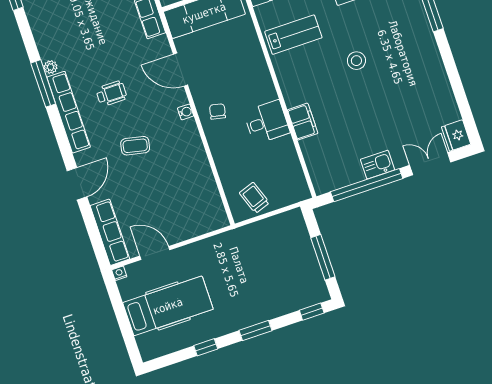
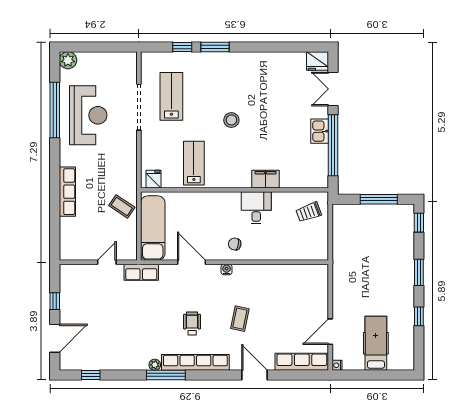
door: (180, 70) -> (192, 262), swing flipped
trolley: (254, 198) -> (309, 212), moved
hospital bed: (168, 306) -> (376, 343), width x0.73, depth x0.78

